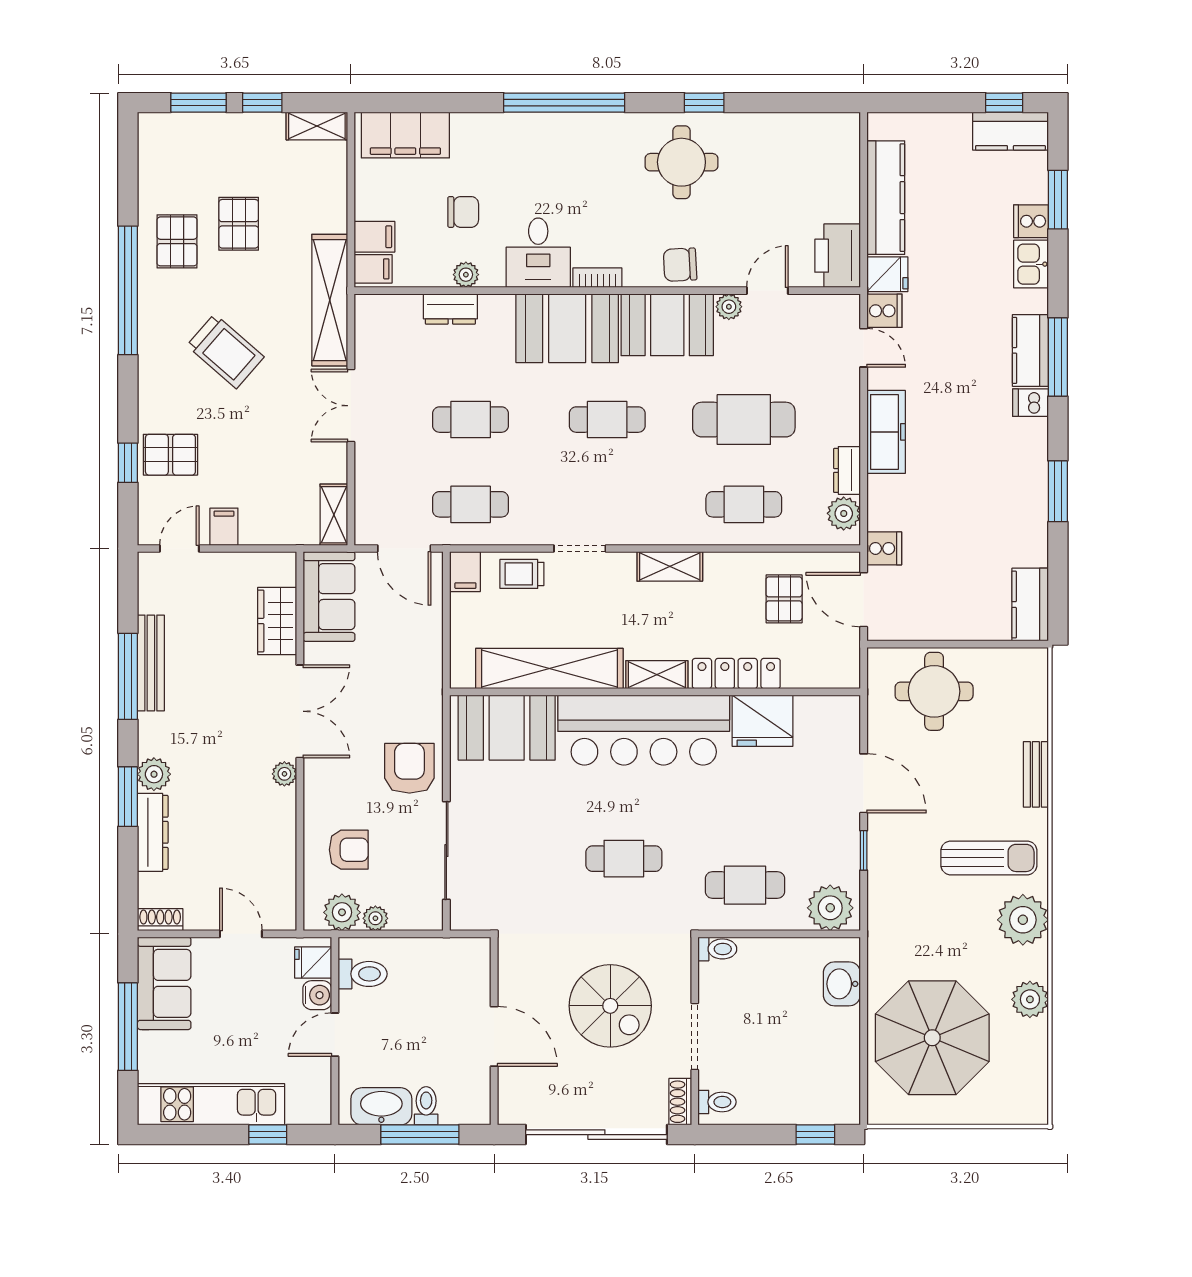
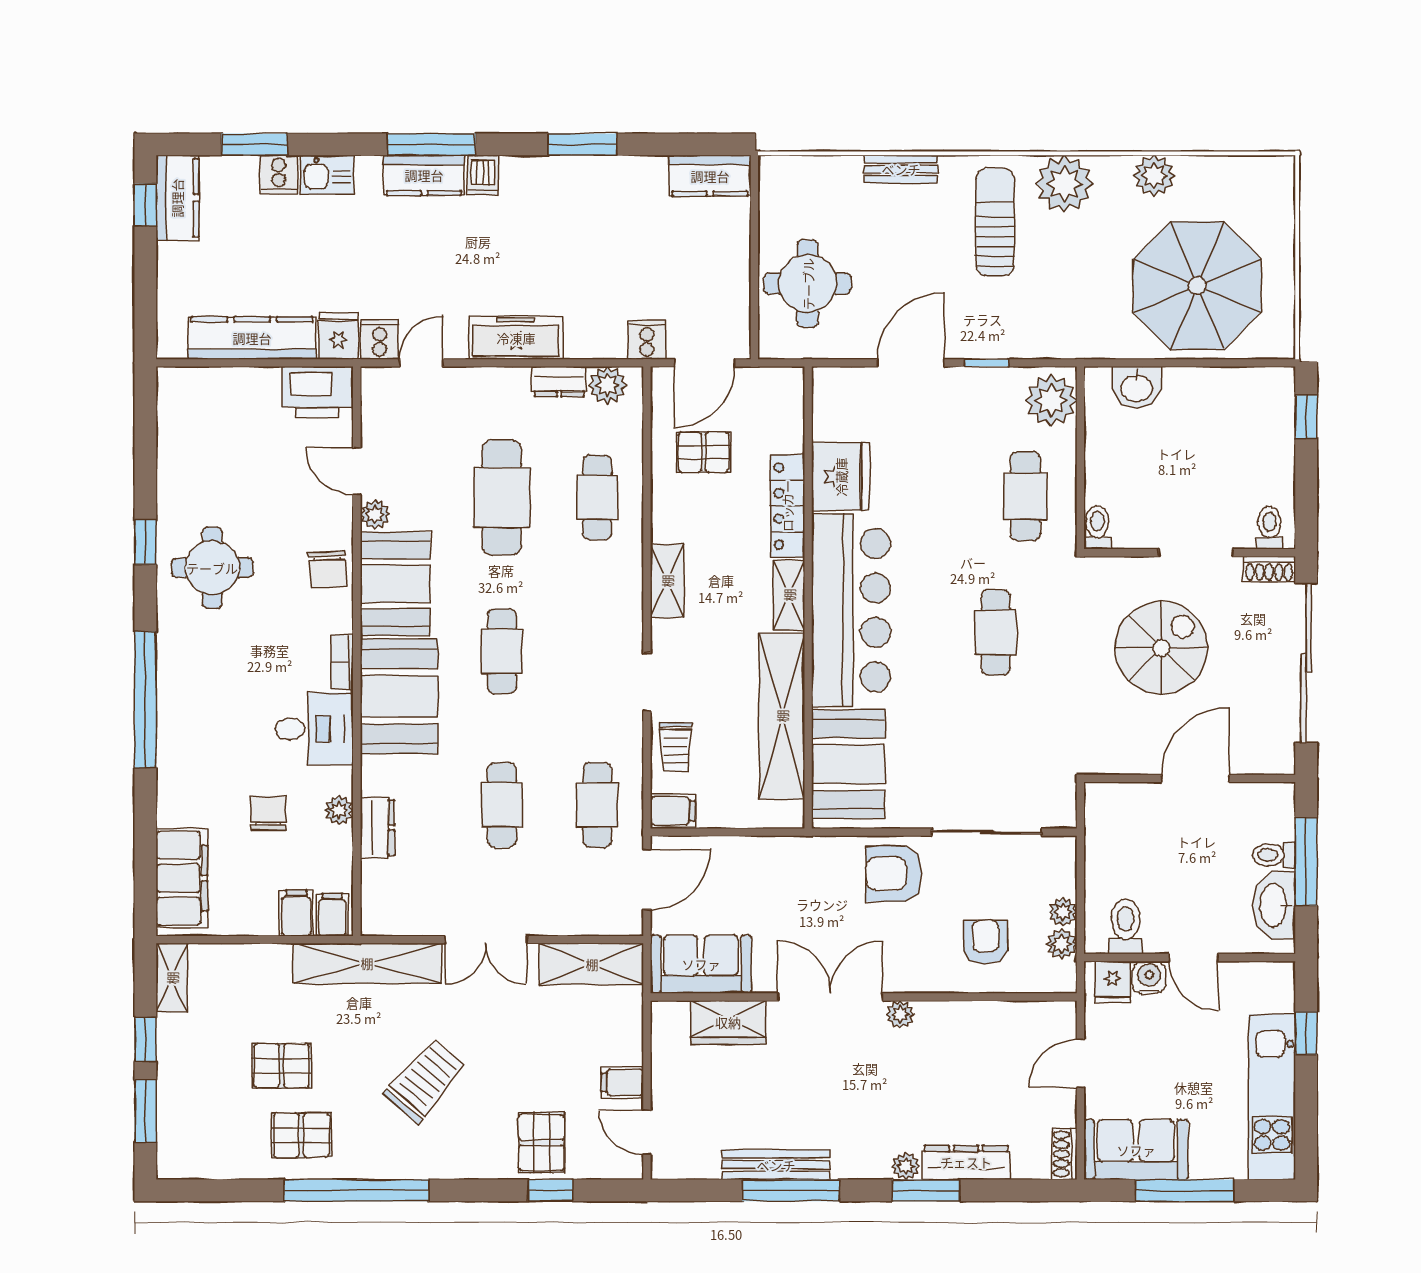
shelving: (334, 515) -> (592, 964), width x1.50, depth x1.33
plant: (154, 774) -> (906, 1166), width x0.73, depth x0.73
plant: (342, 912) -> (1062, 944), width x0.73, depth x0.73

